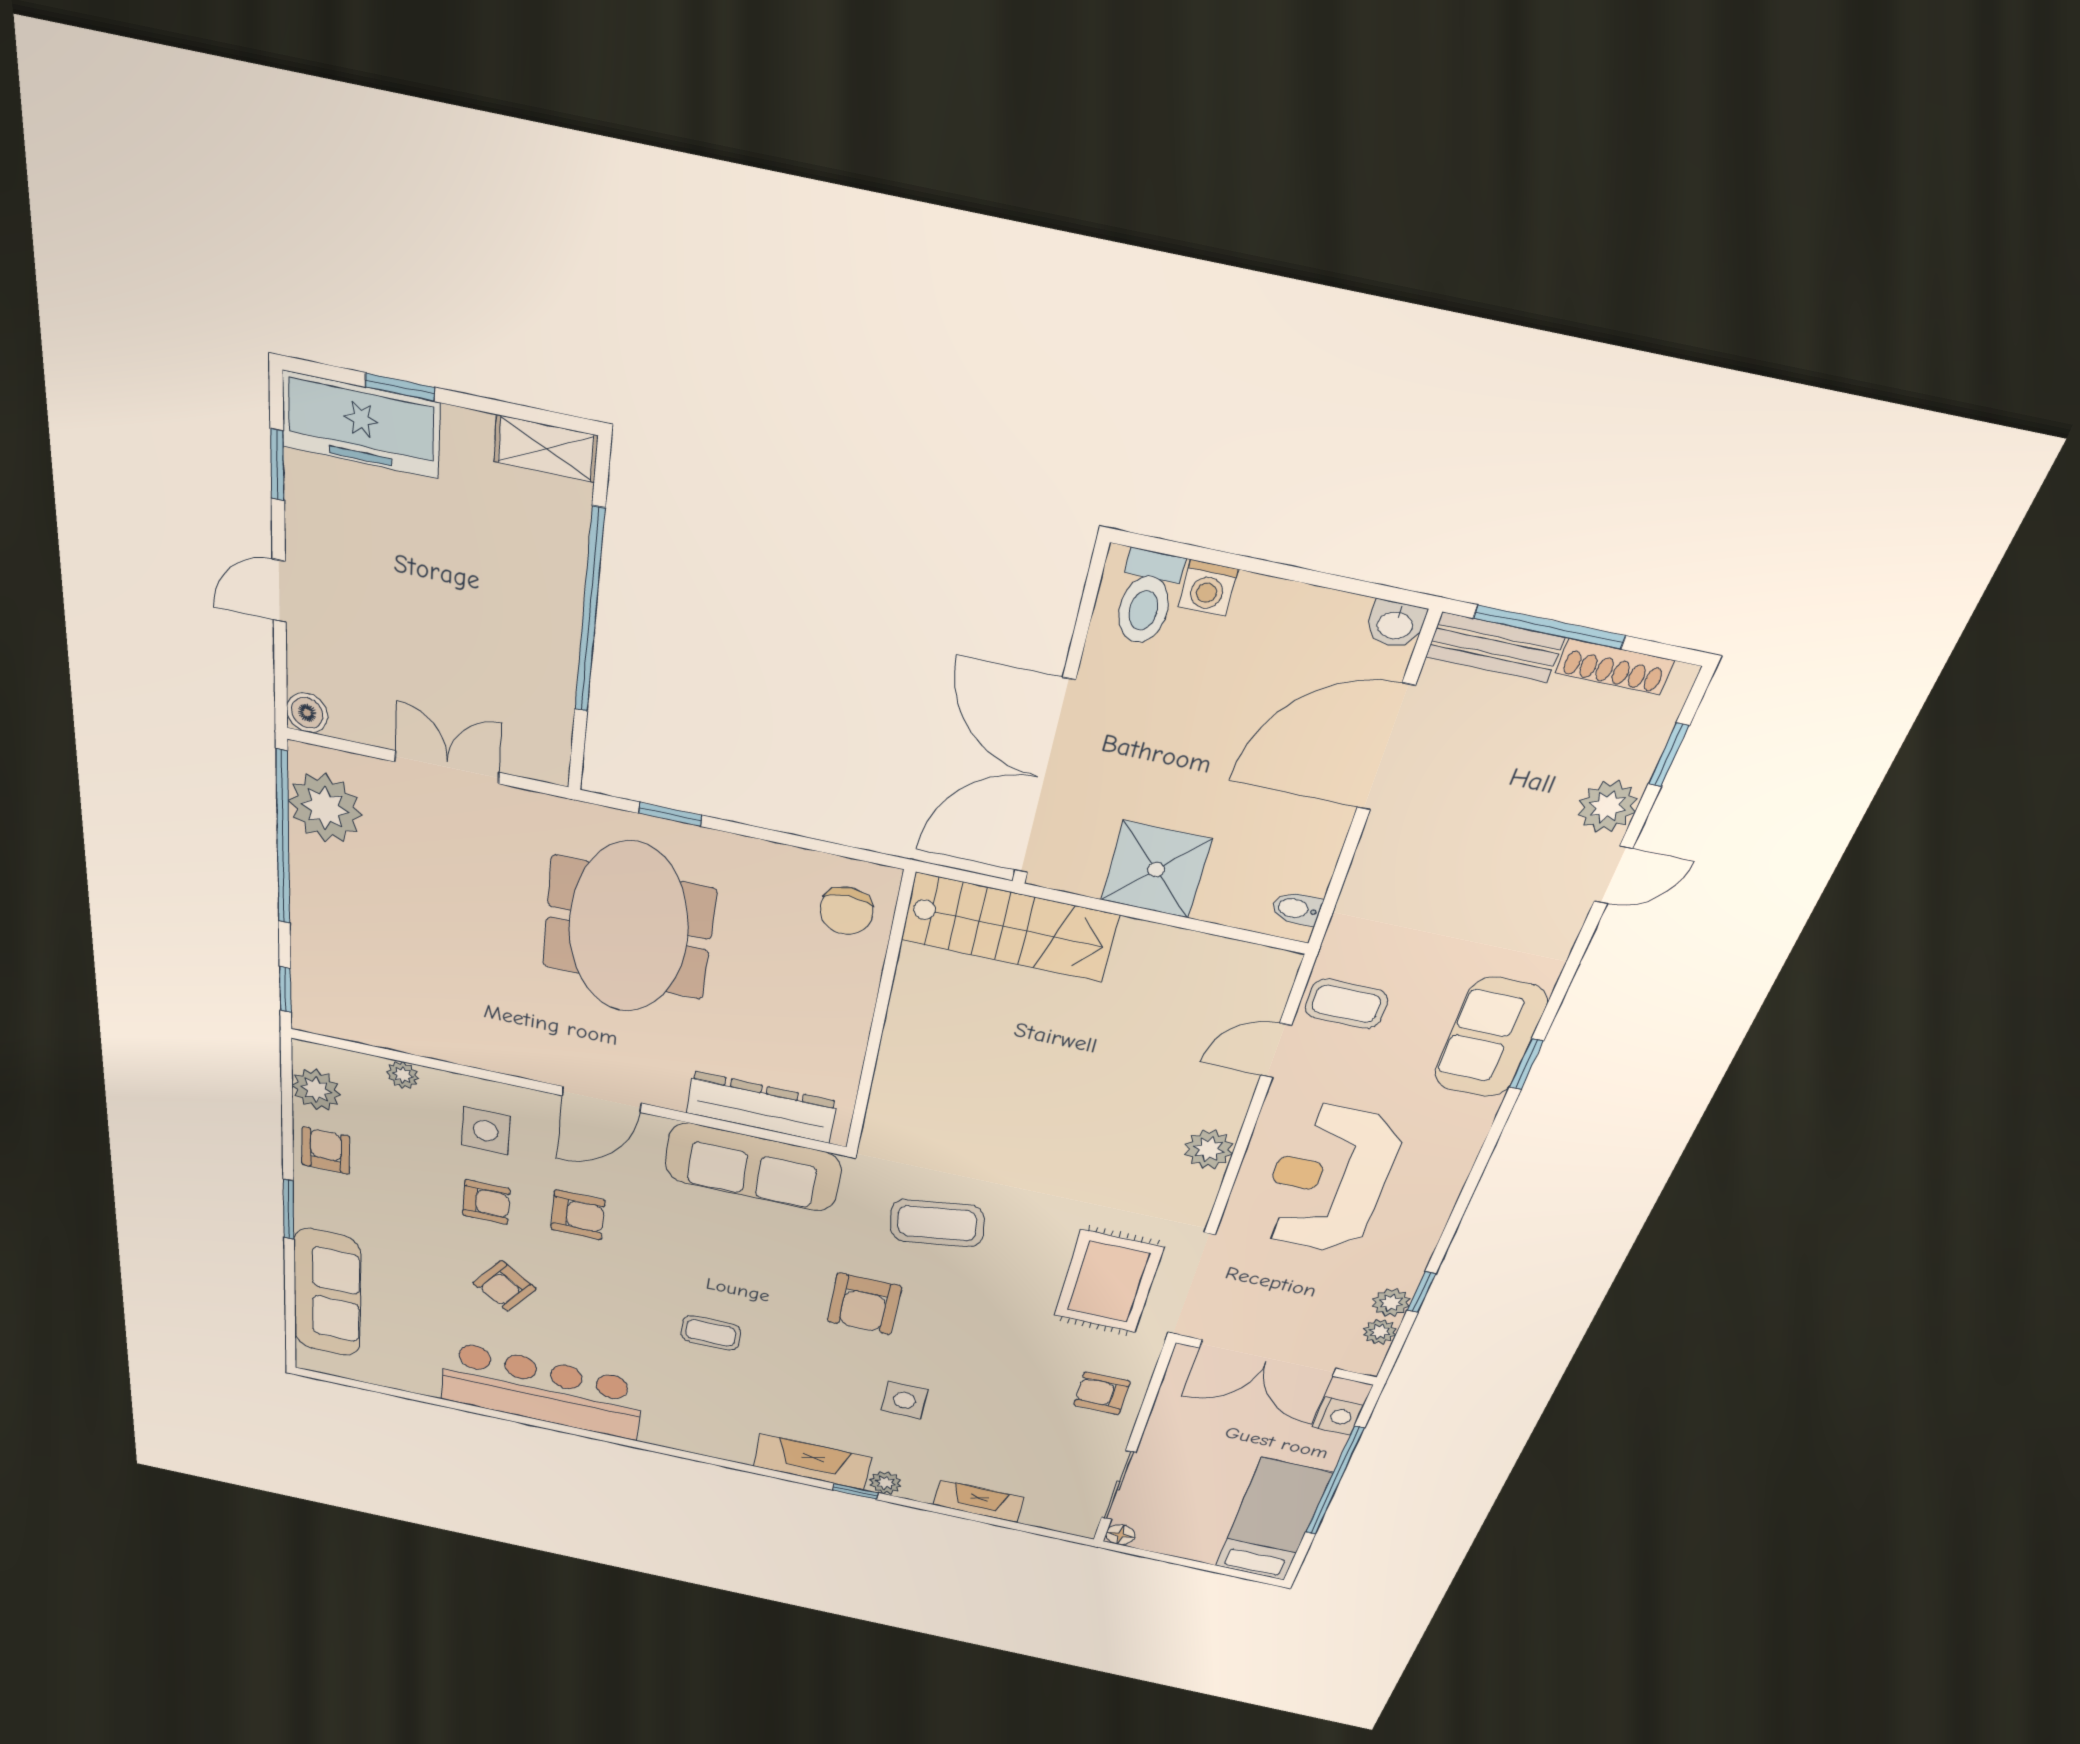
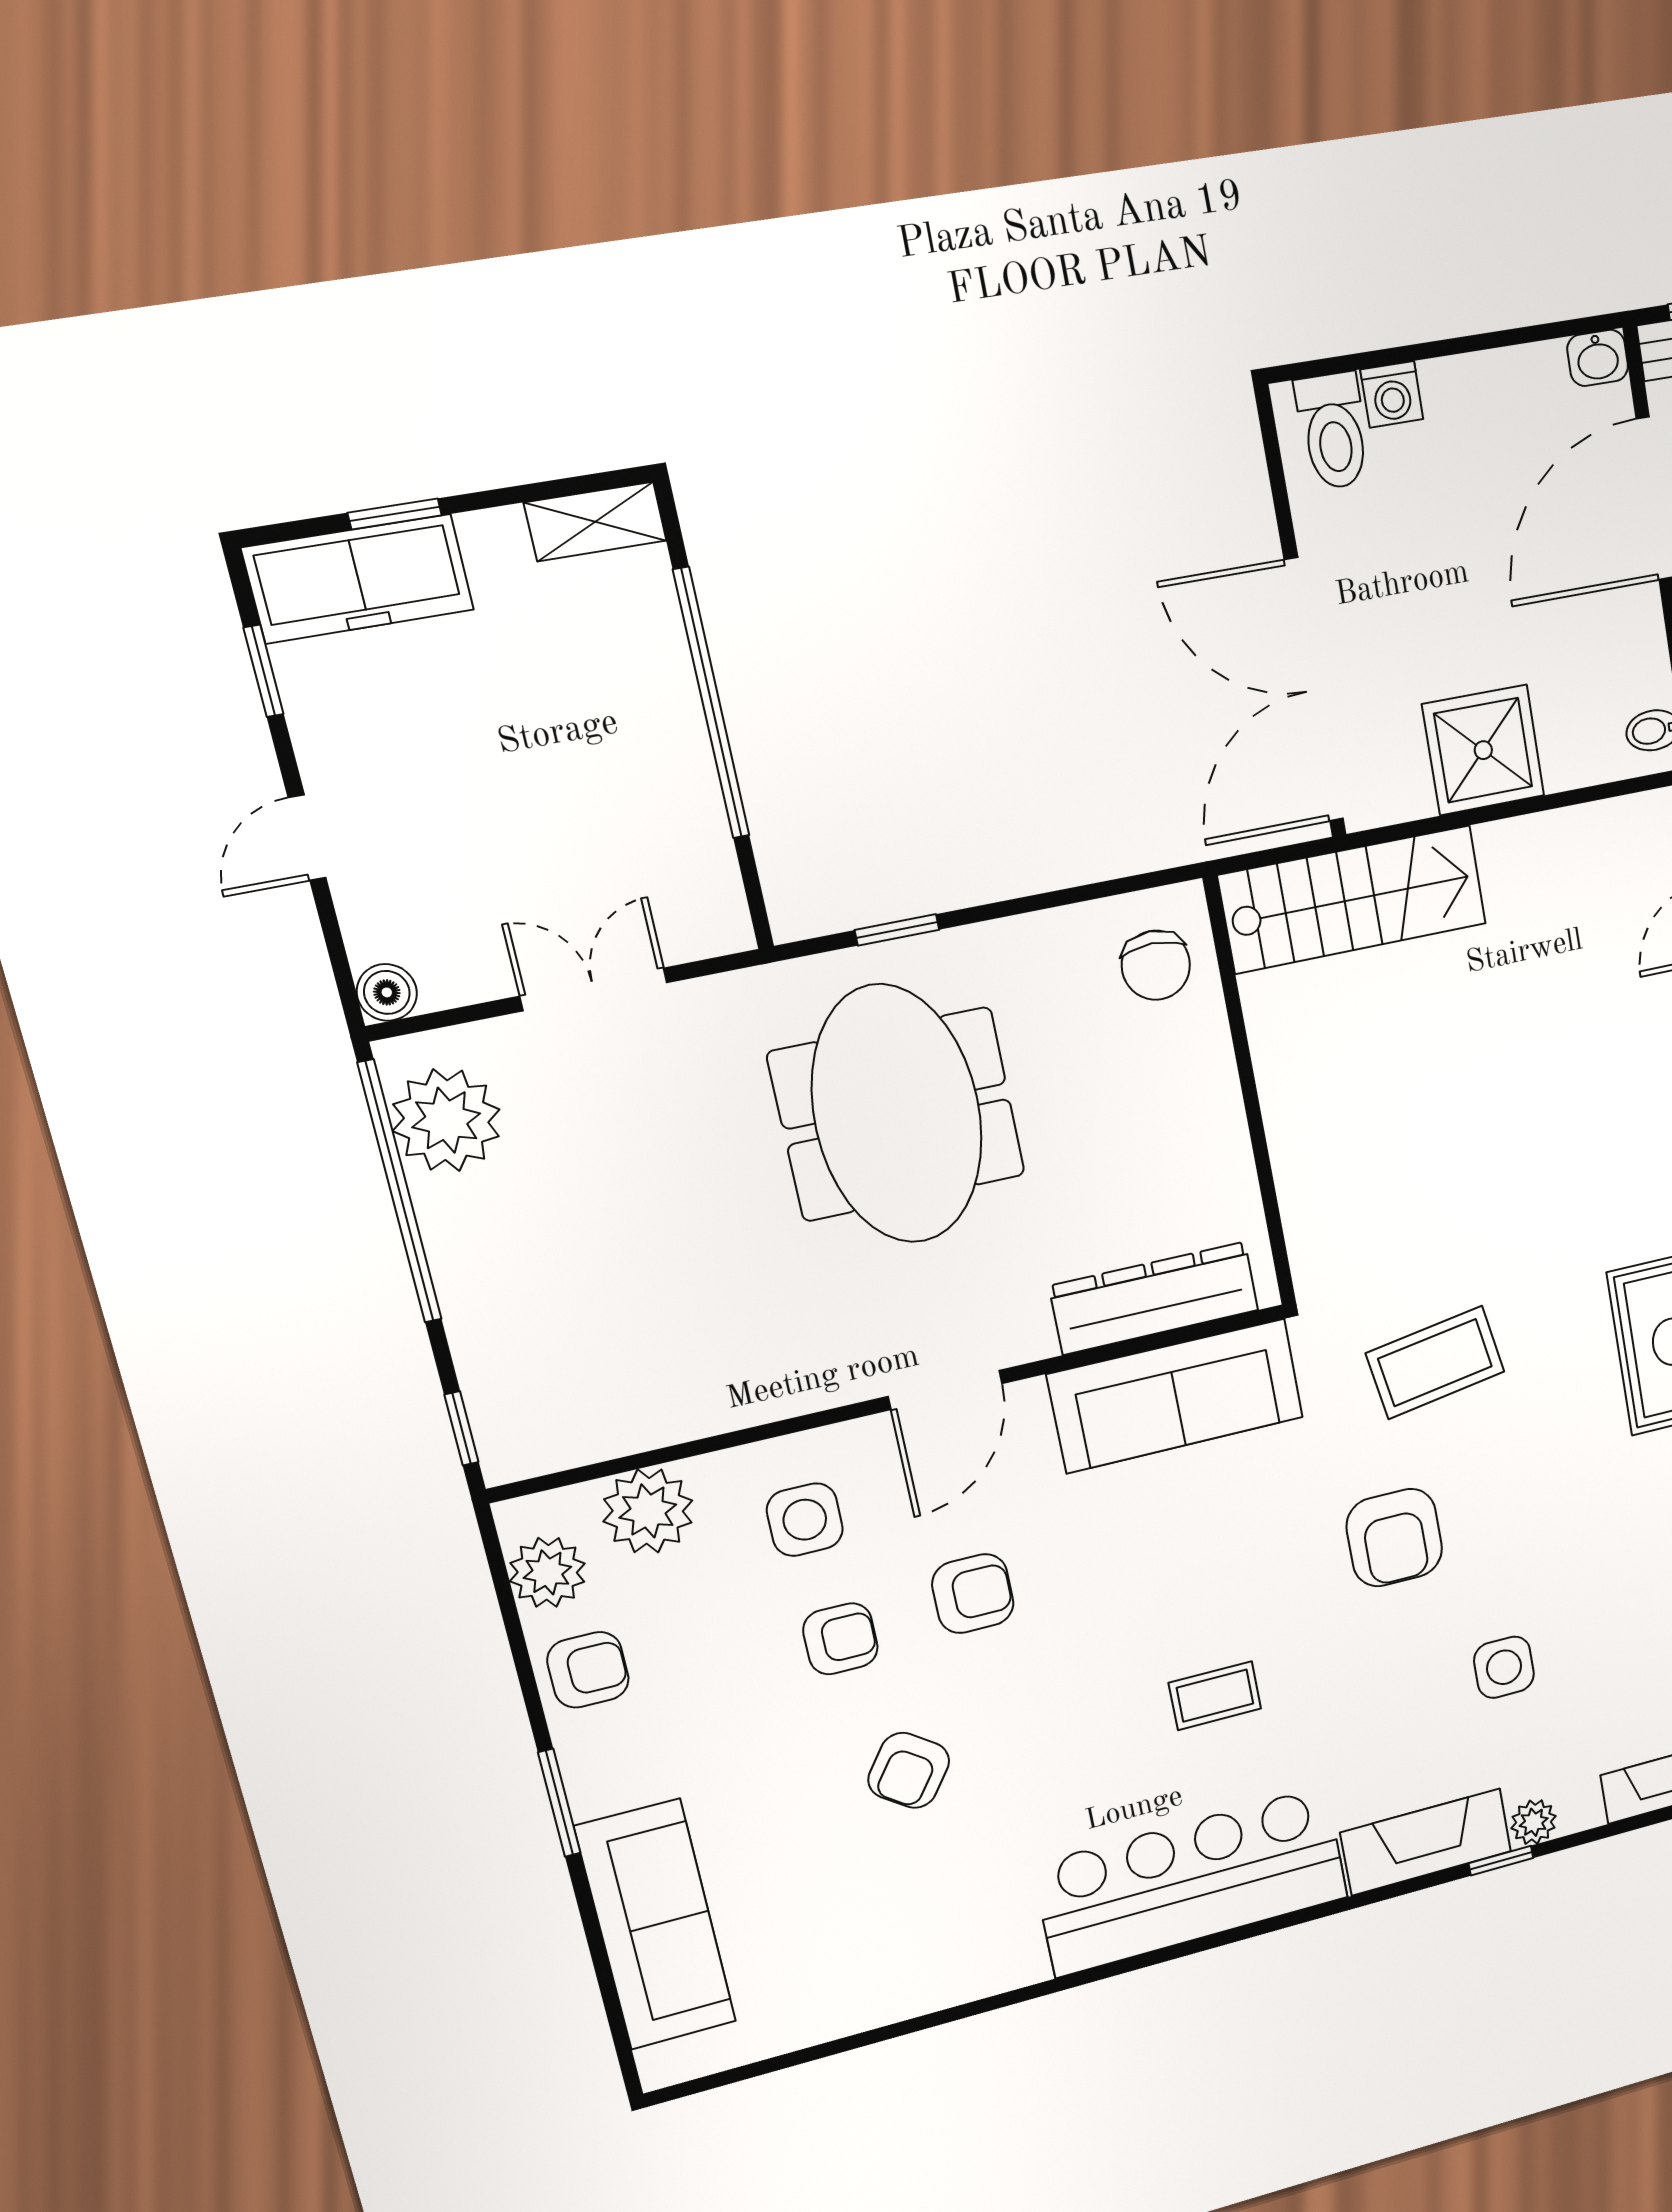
plant: (403, 1075) -> (648, 1511), width x1.88, depth x1.88
armchair: (326, 1151) -> (588, 1670), turned 90
bar counter: (542, 1391) -> (1192, 1881), moved

